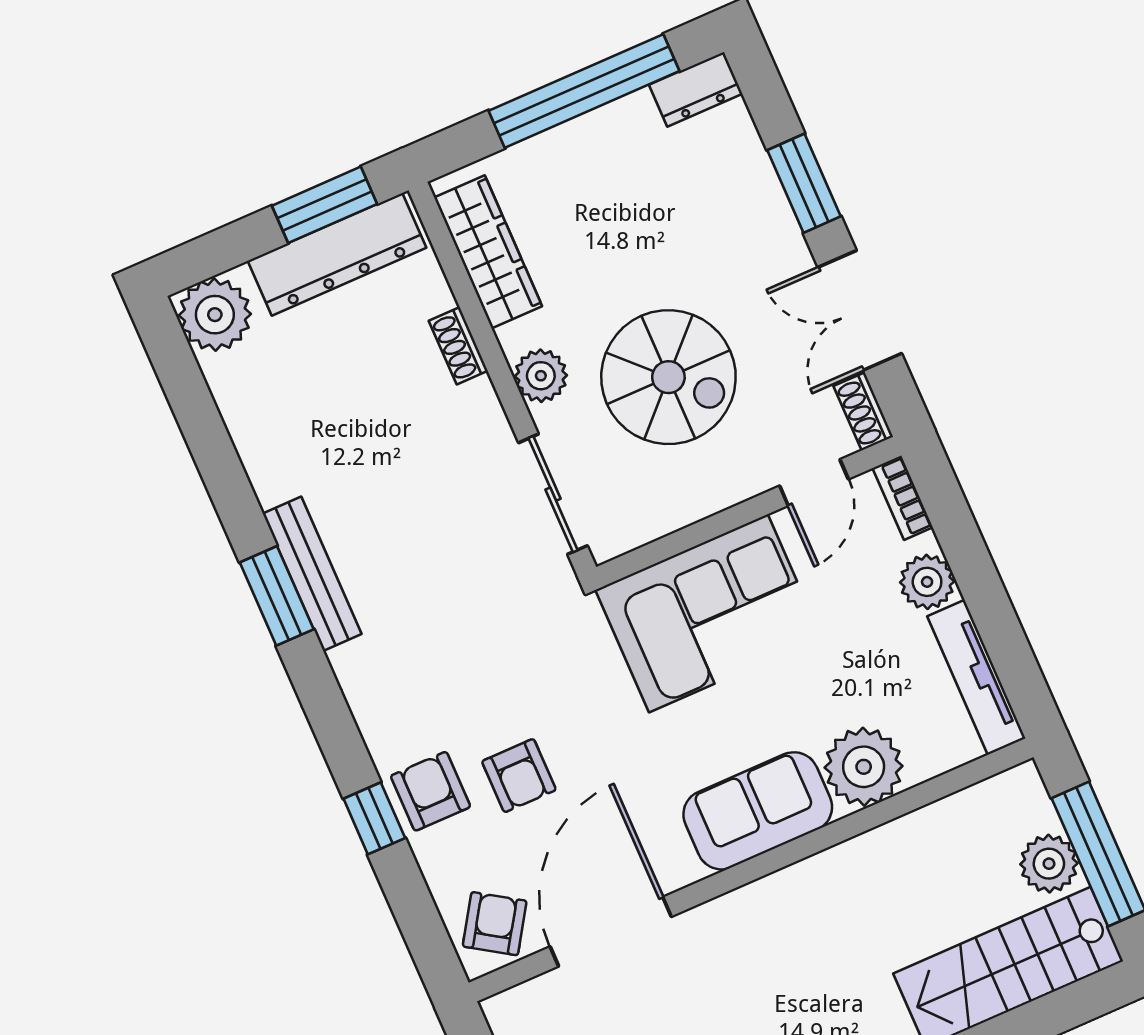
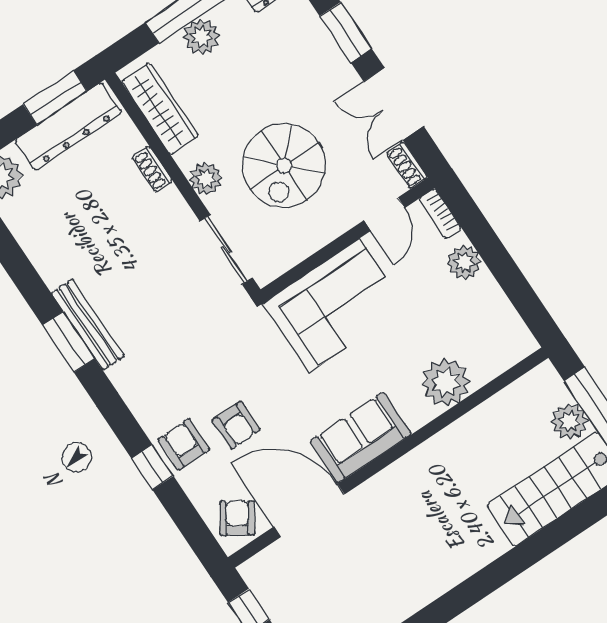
plant: (574, 149) -> (201, 37), added
spiral stairs: (668, 377) -> (284, 166), turned 90
tv unit: (976, 677) -> (505, 315), removed
sofa: (758, 811) -> (361, 438), moved
door: (611, 932) -> (309, 510), hinge flipped

